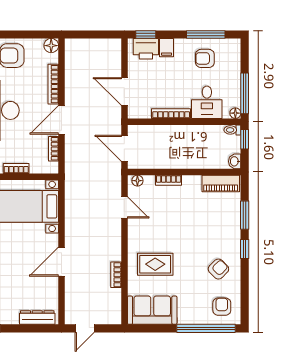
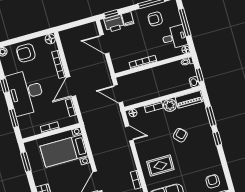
door: (124, 91) -> (104, 44), moved
window: (245, 93) -> (185, 22), moved
desk: (207, 102) -> (174, 37), moved, turned -90
window: (245, 139) -> (200, 75), moved
plant: (192, 184) -> (170, 105), added
armchair: (218, 269) -> (180, 135), moved

